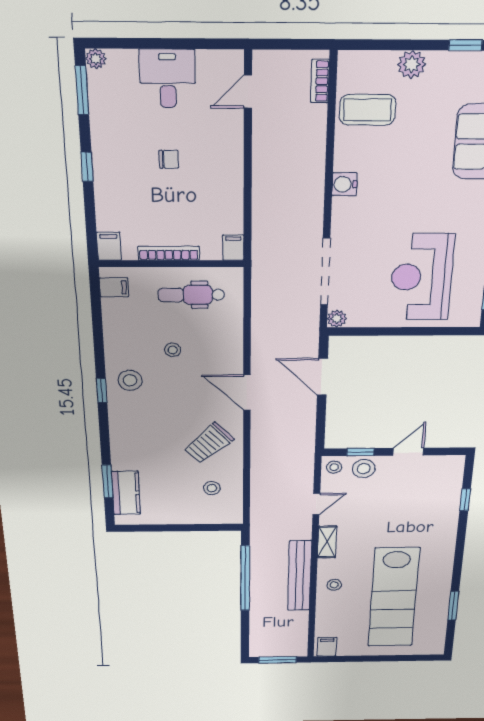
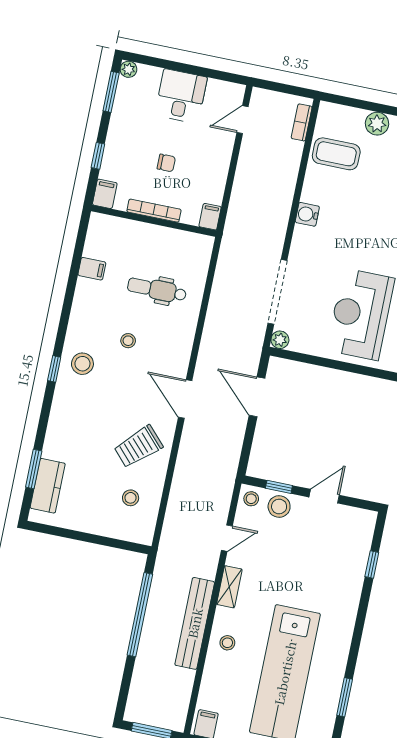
filing cabinet: (109, 246) -> (105, 194), moved
filing cabinet: (233, 248) -> (210, 217), moved
bookcase: (169, 253) -> (154, 211), moved
wall: (171, 264) -> (154, 221), moved

